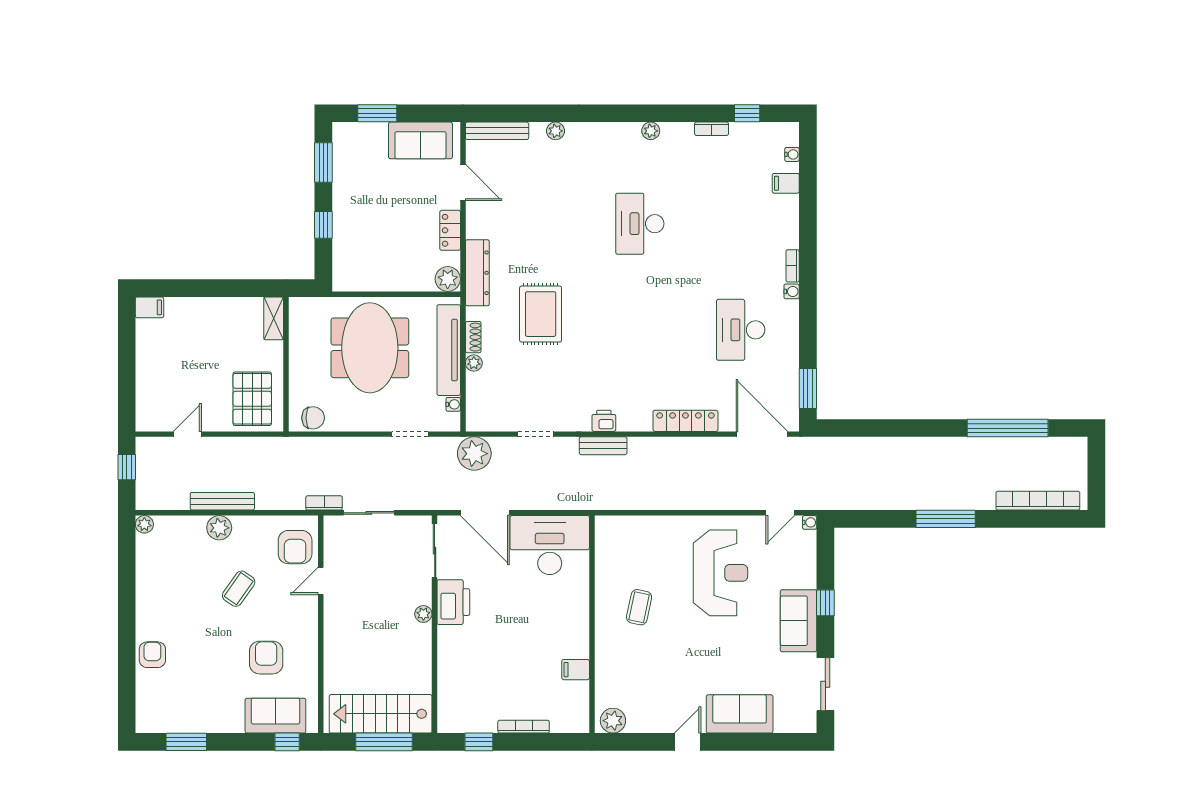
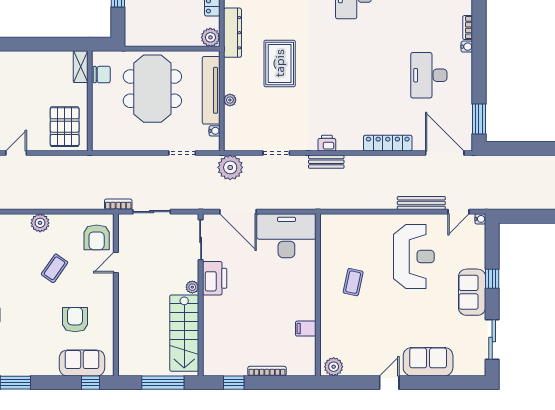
shoe rack: (473, 337) -> (229, 81), removed
chair: (313, 418) -> (102, 75), moved
bench: (222, 501) -> (421, 203), moved
stairs: (381, 714) -> (184, 333), moved, turned -90

